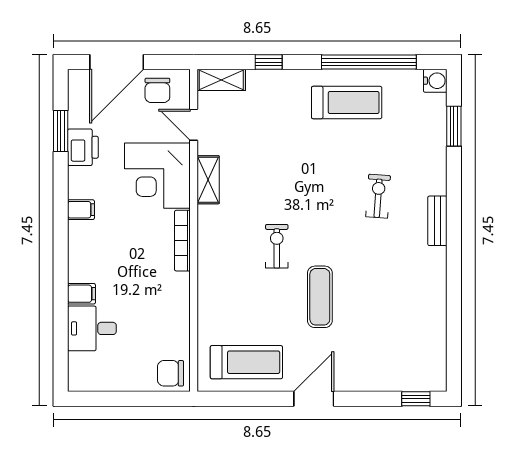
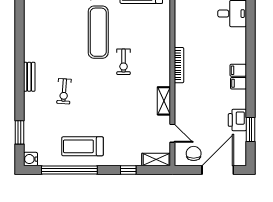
corner desk: (157, 176) -> (194, 103), removed
filing cabinet: (82, 294) -> (238, 70), moved
exercise mat: (320, 297) -> (98, 32), width x1.36, depth x1.45

